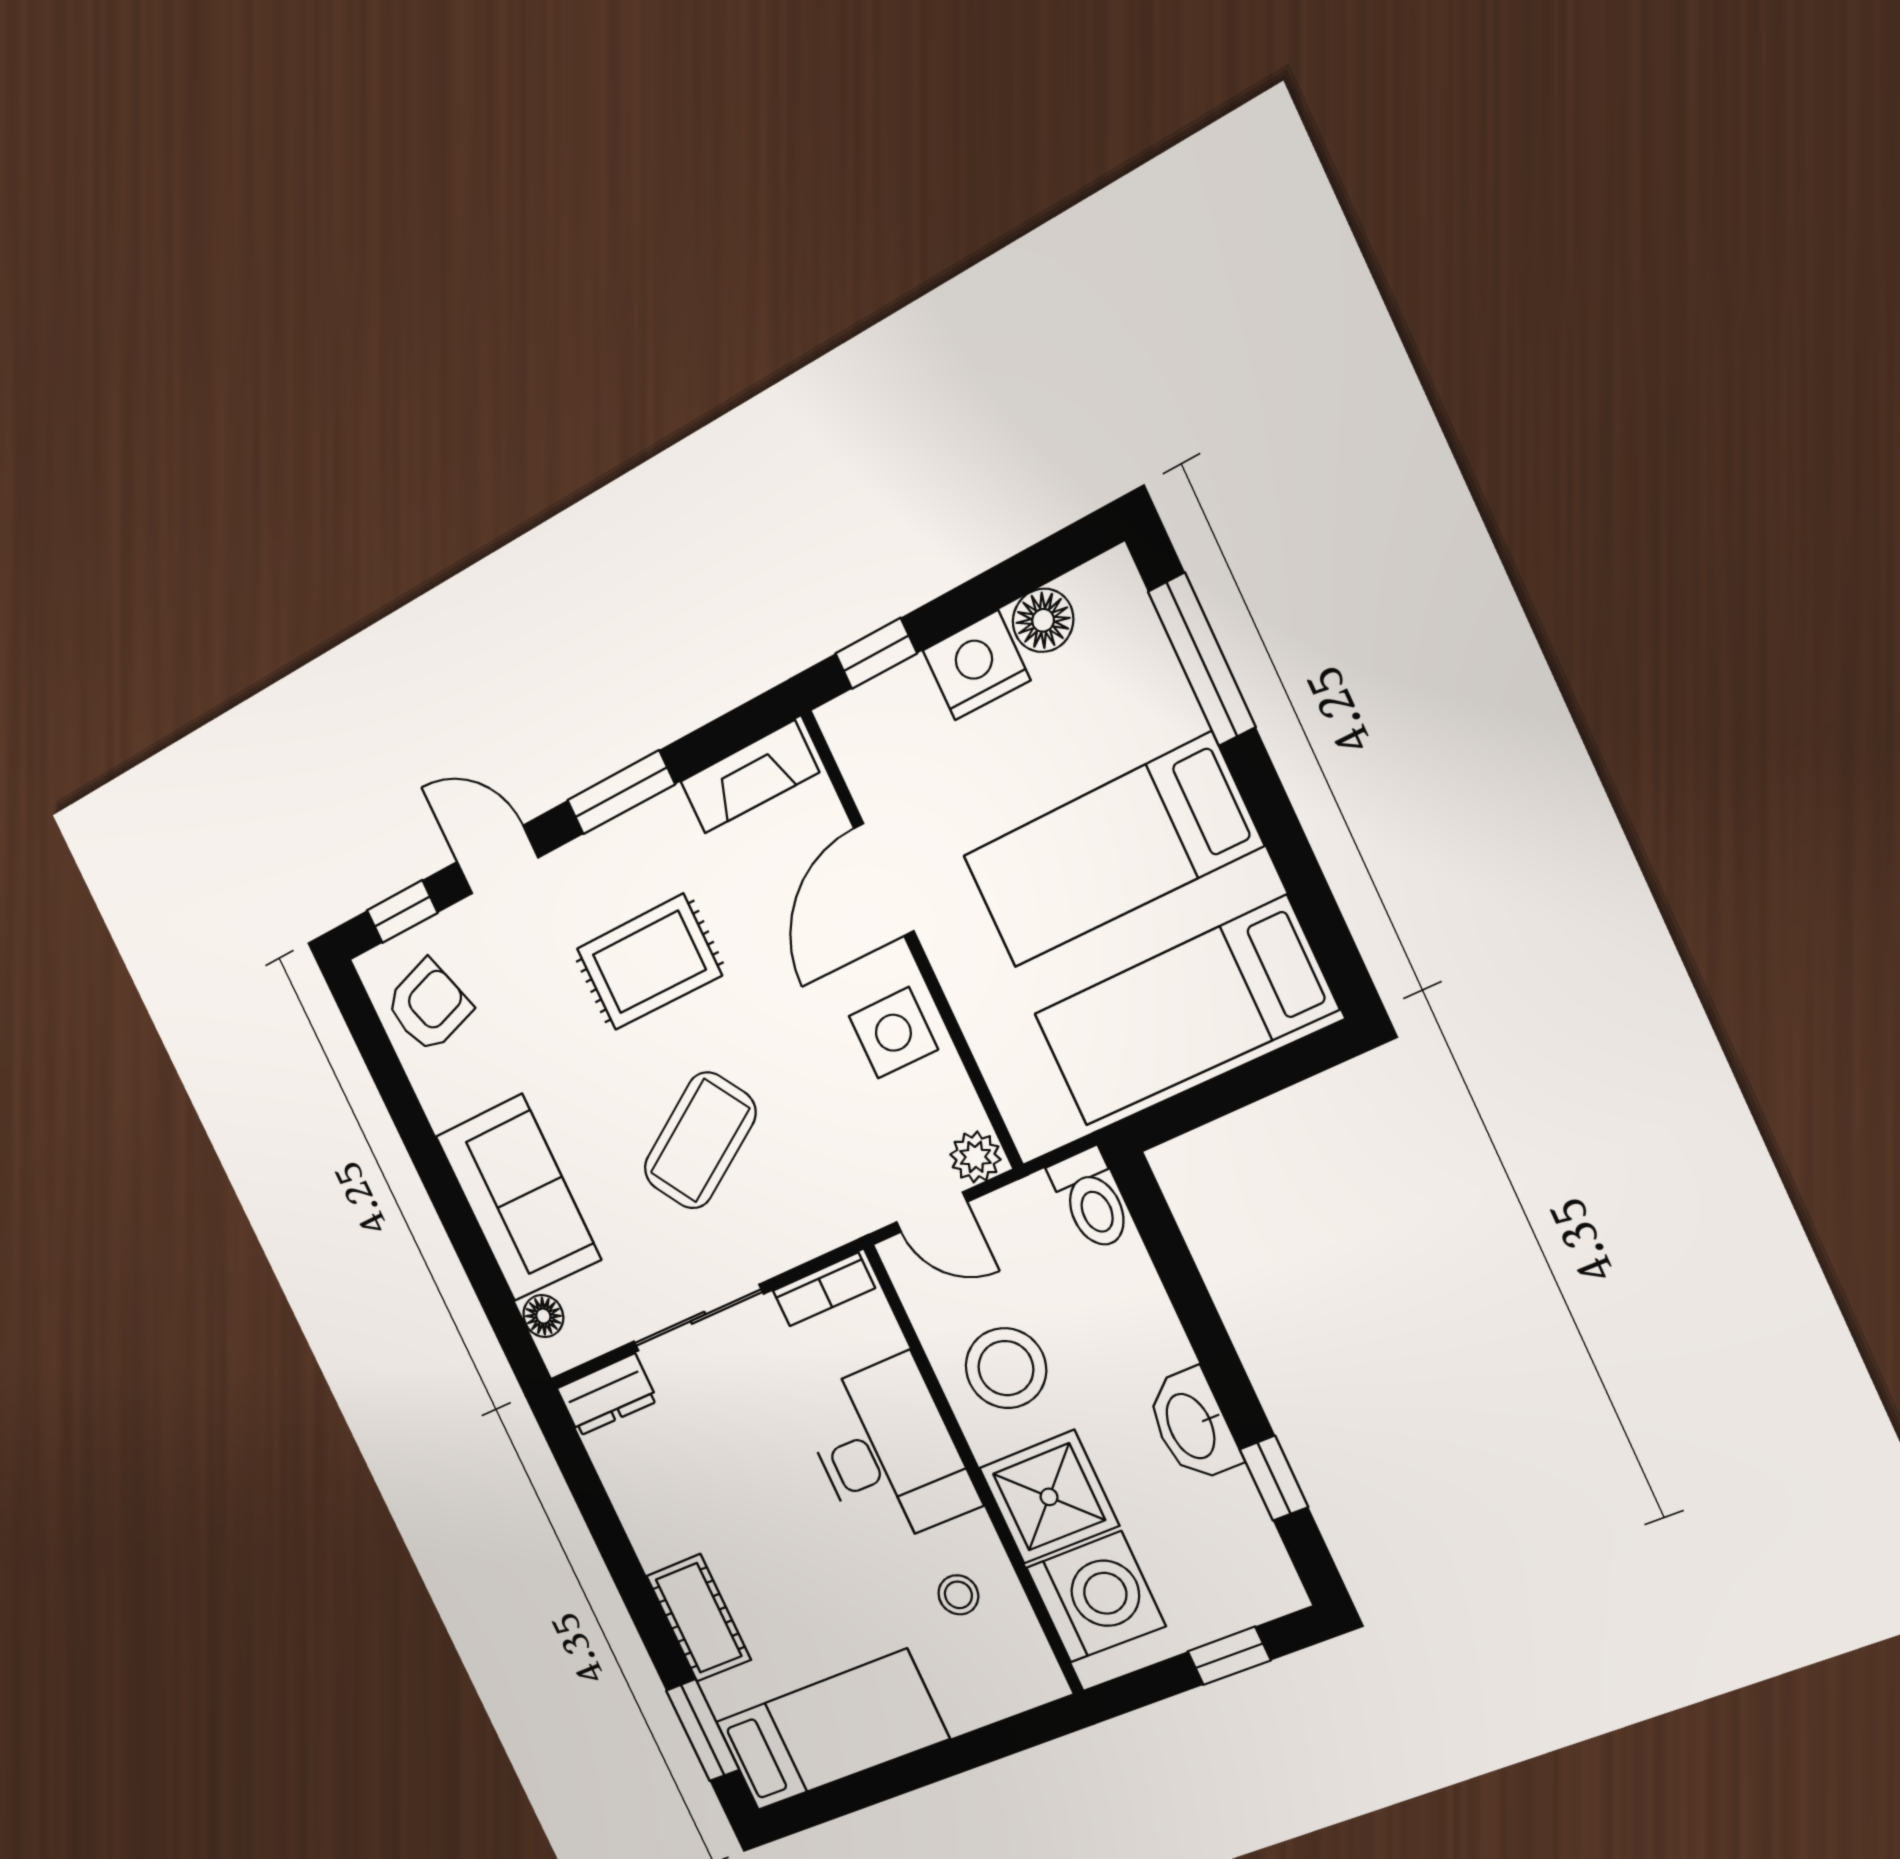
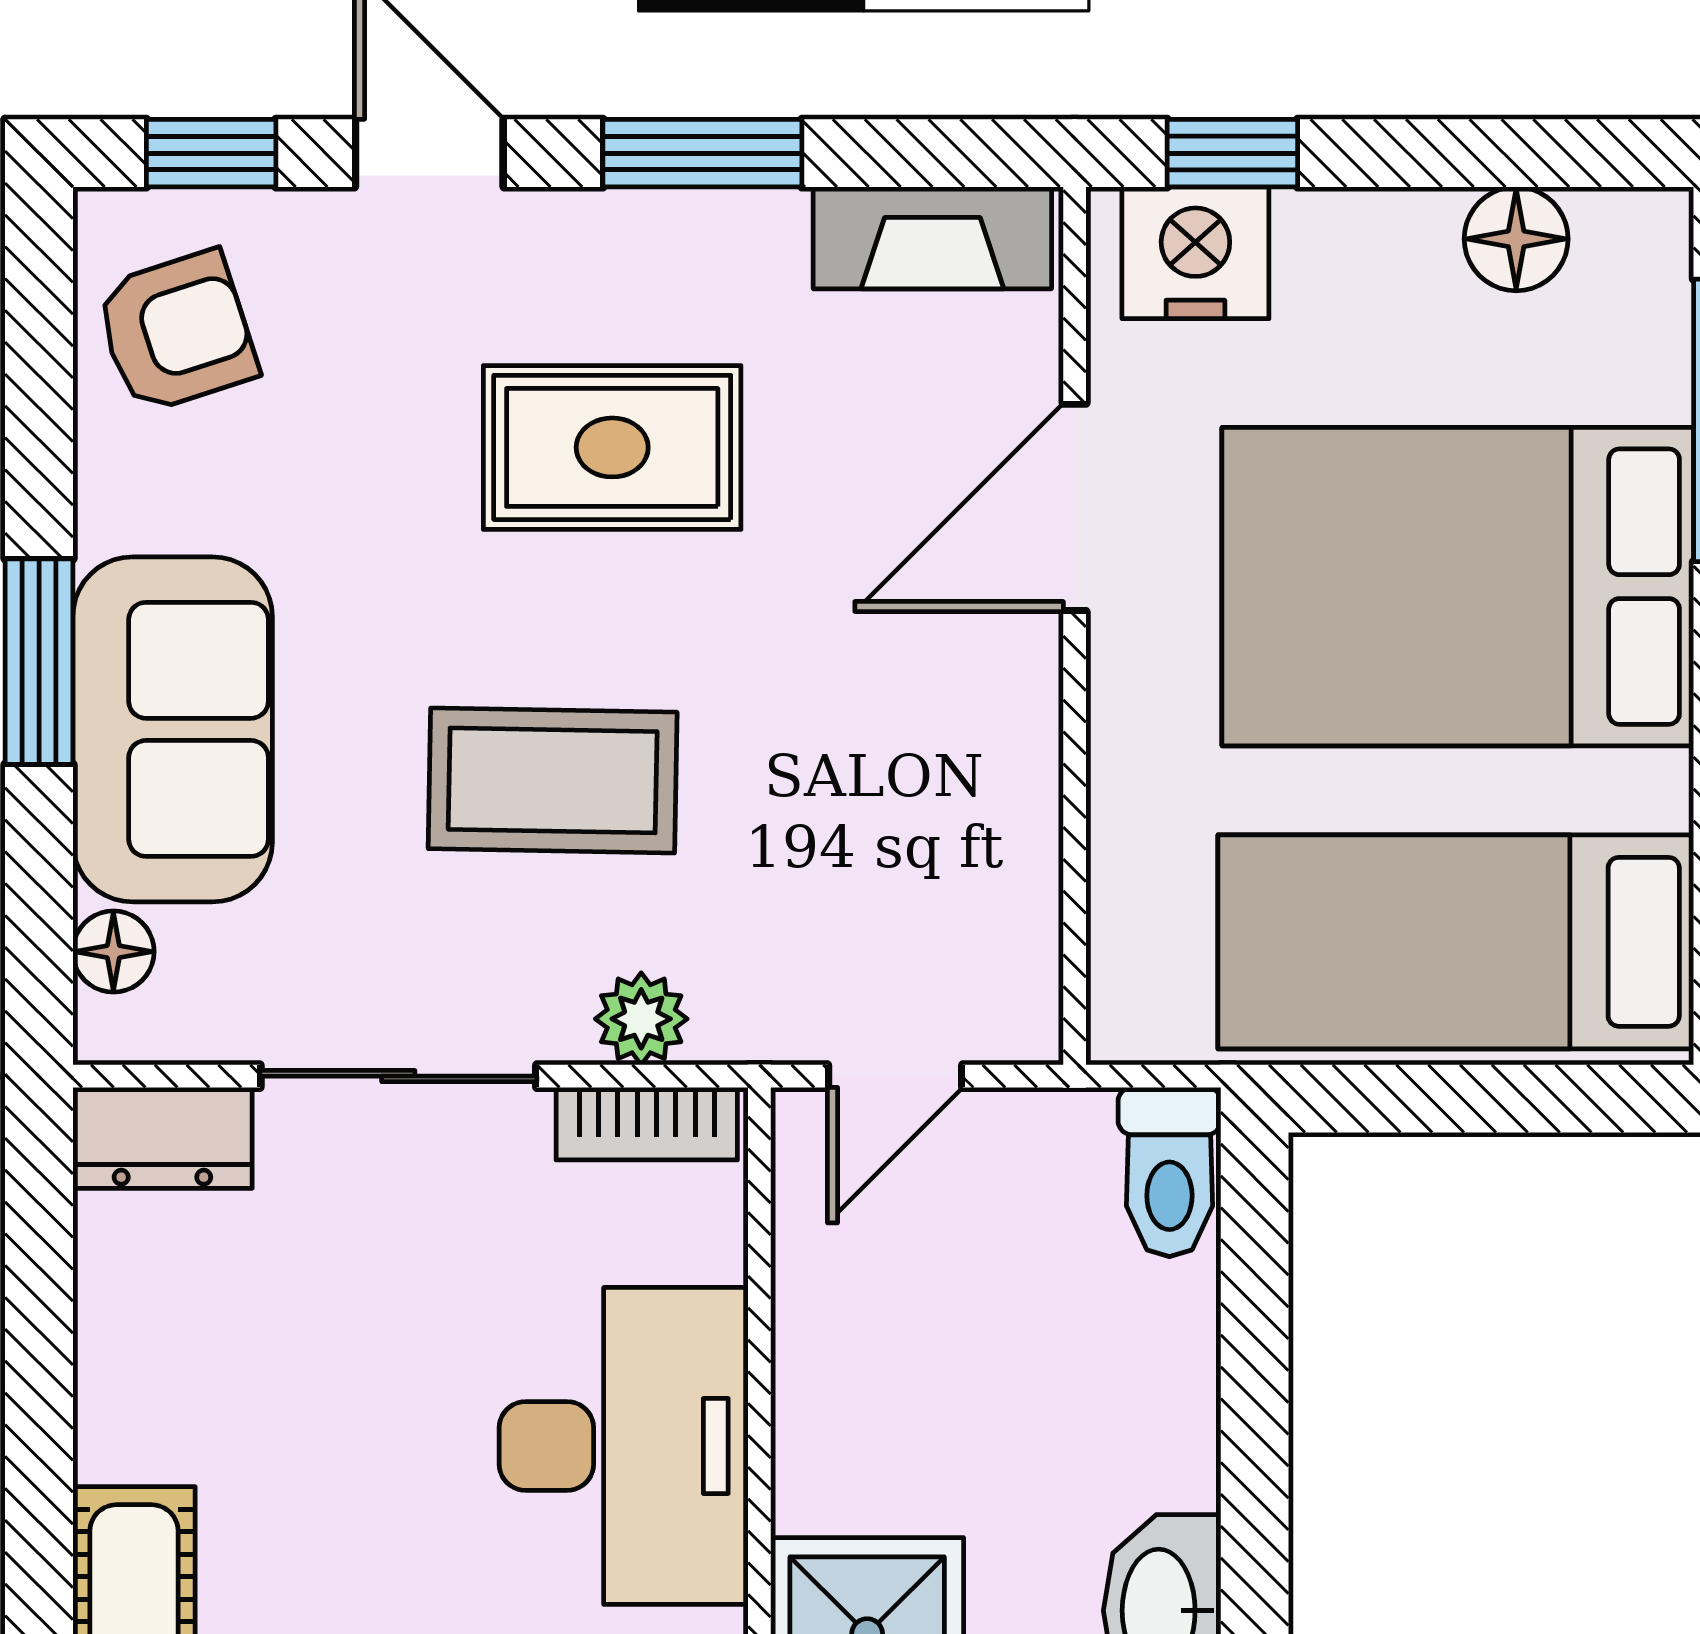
nightstand: (977, 665) -> (1195, 253), moved
bed: (1112, 851) -> (1458, 587), width x1.50
side table: (893, 1033) -> (972, 757), removed
coffee table: (700, 1141) -> (553, 780), turned 34
plant: (975, 1157) -> (641, 1019), moved
window: (446, 1194) -> (39, 662), added
door: (932, 1212) -> (895, 1076), hinge flipped
stool: (1006, 1368) -> (897, 1388), removed

